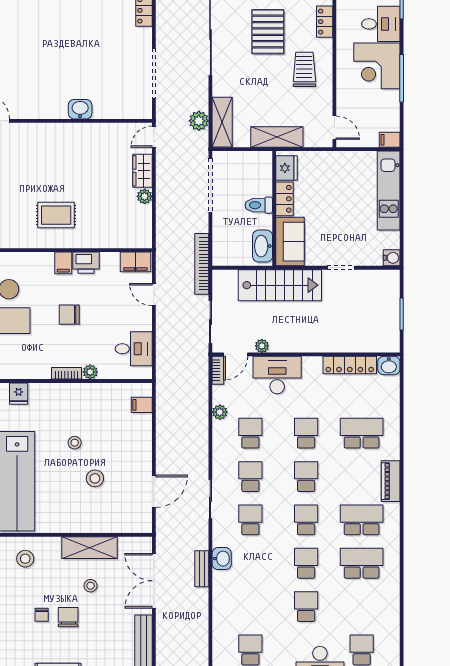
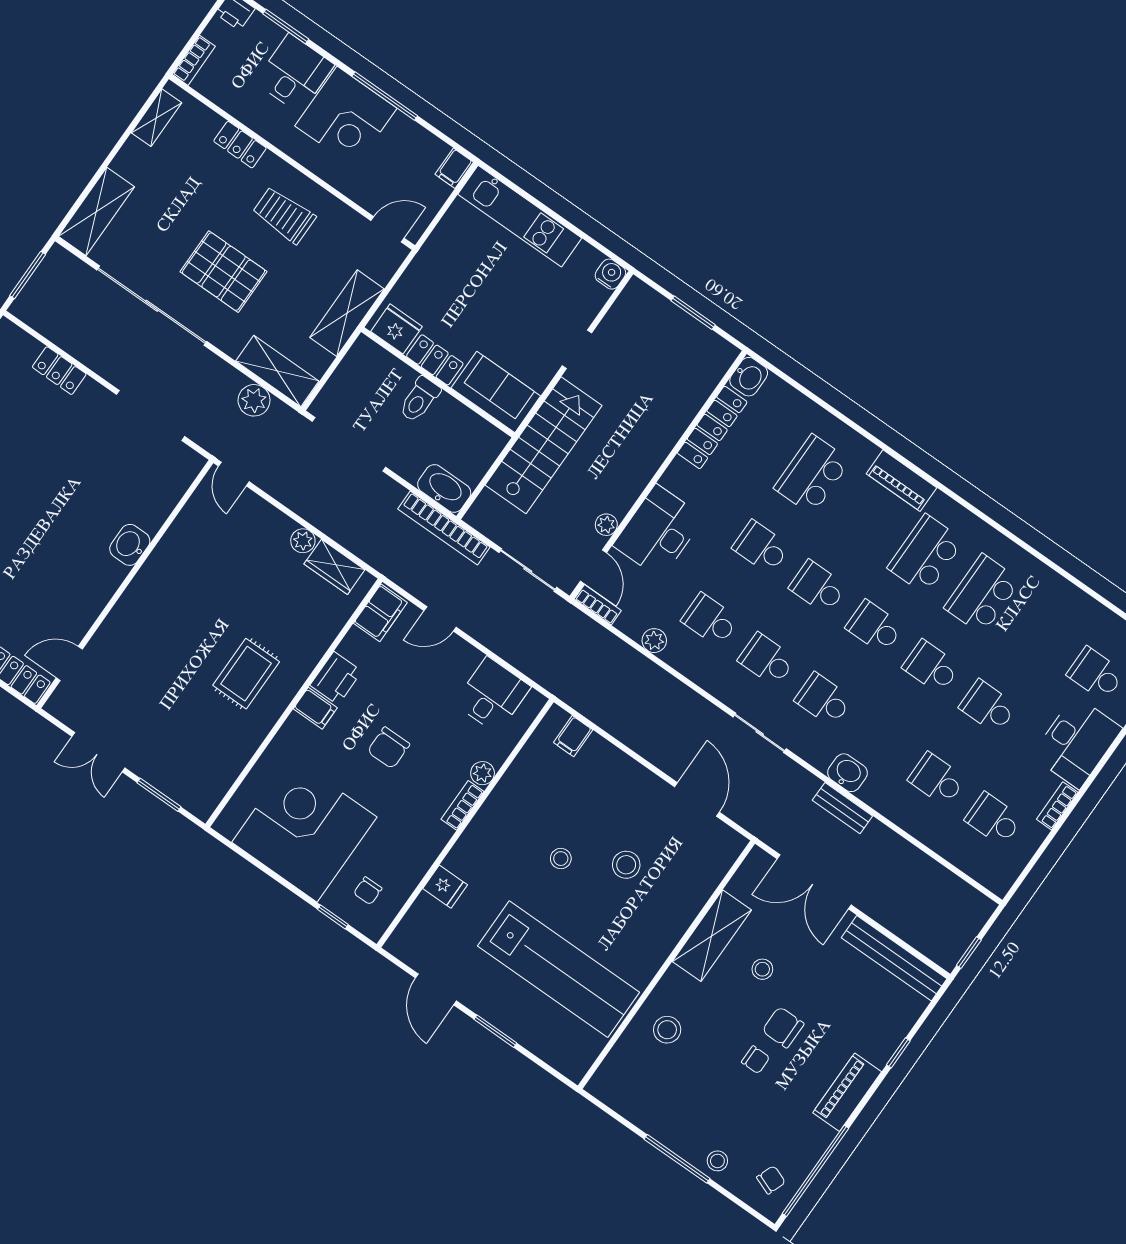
pallet: (268, 32) -> (224, 272), moved
wardrobe: (142, 171) -> (334, 567), moved
washbasin: (263, 246) -> (444, 489), moved, turned 180
school desk: (250, 607) -> (937, 779), added

